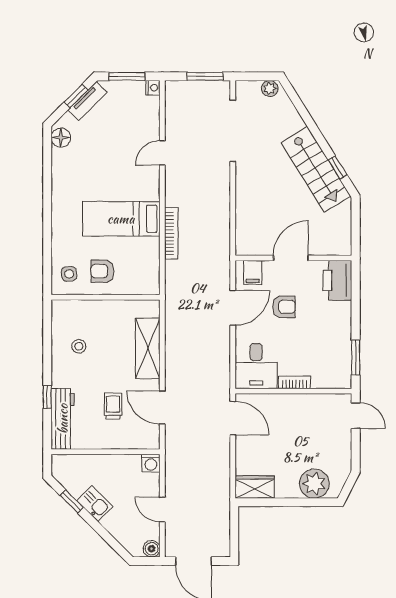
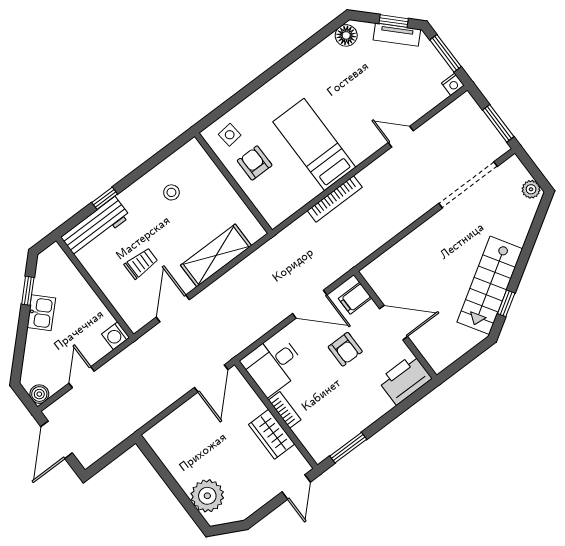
wardrobe: (255, 487) -> (272, 434), moved, turned 180

